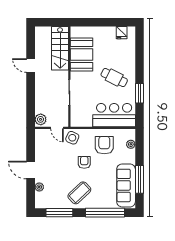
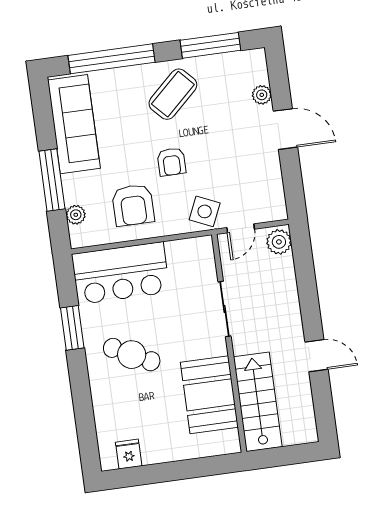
door: (57, 128) -> (241, 228), swing flipped
window: (139, 179) -> (52, 180), moved

